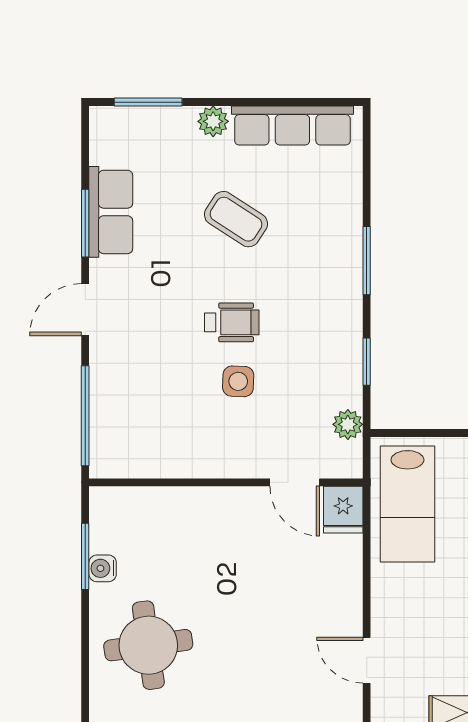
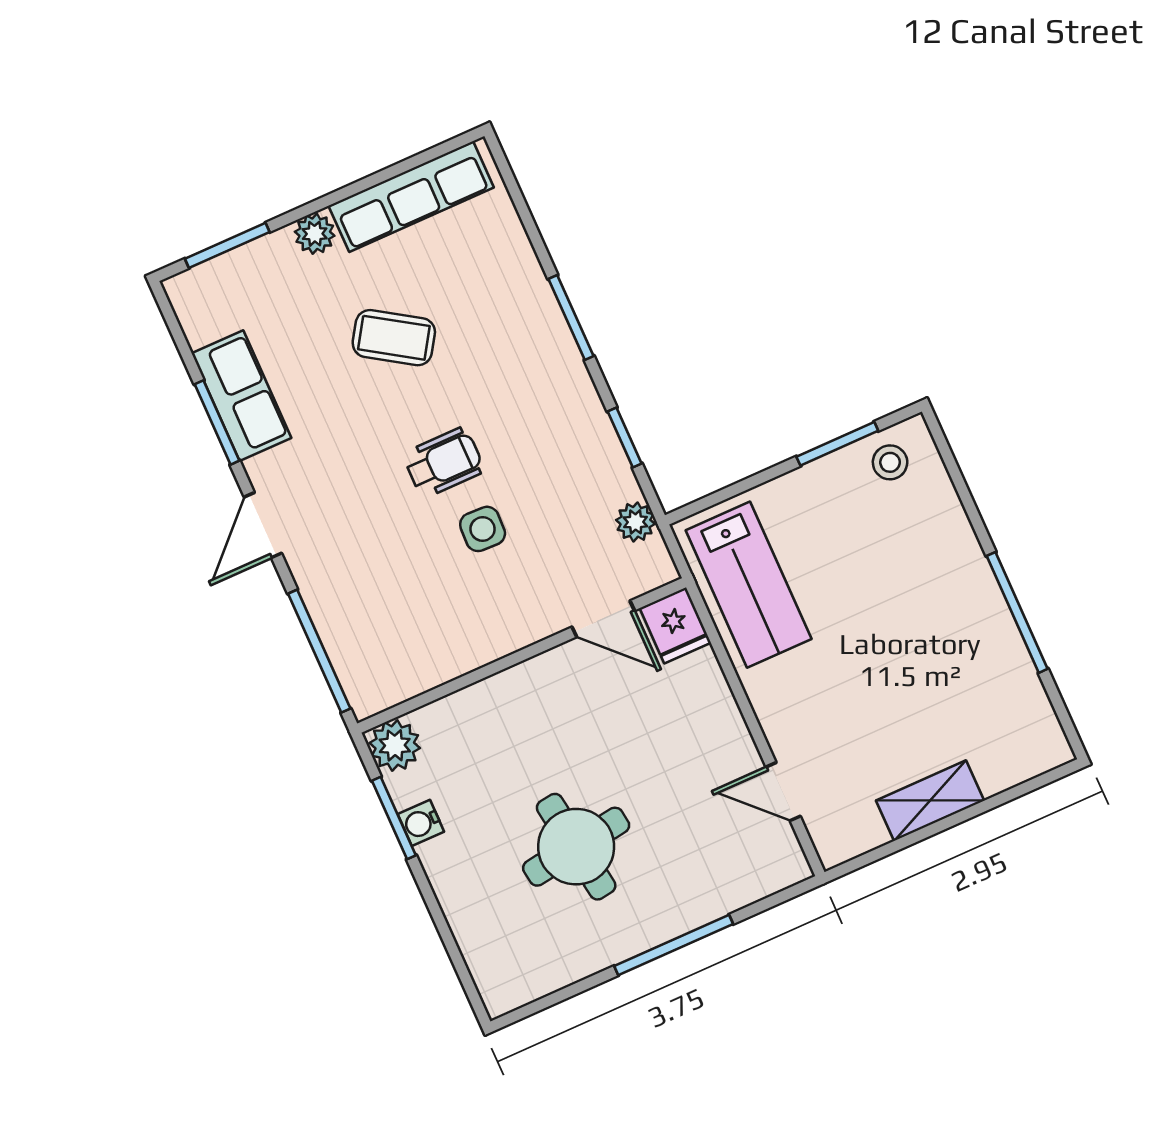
plant: (109, 506) -> (395, 745), added
round table: (148, 645) -> (576, 847), moved

